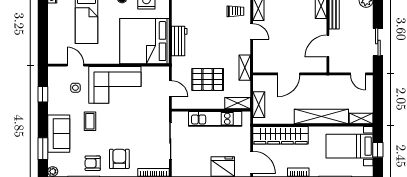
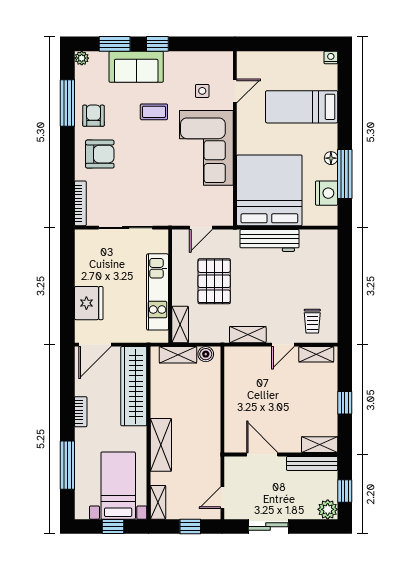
workbench: (179, 41) -> (270, 240), width x1.38
shelving: (245, 68) -> (248, 335), moved
door: (289, 74) -> (222, 398), removed
boiler: (258, 85) -> (206, 354), added
window: (43, 94) -> (157, 44), moved
window: (378, 96) -> (190, 527), added
shelving: (321, 116) -> (161, 445), width x0.68

